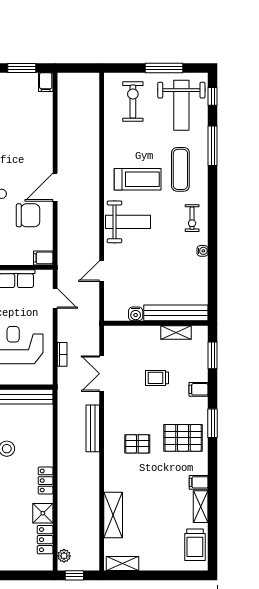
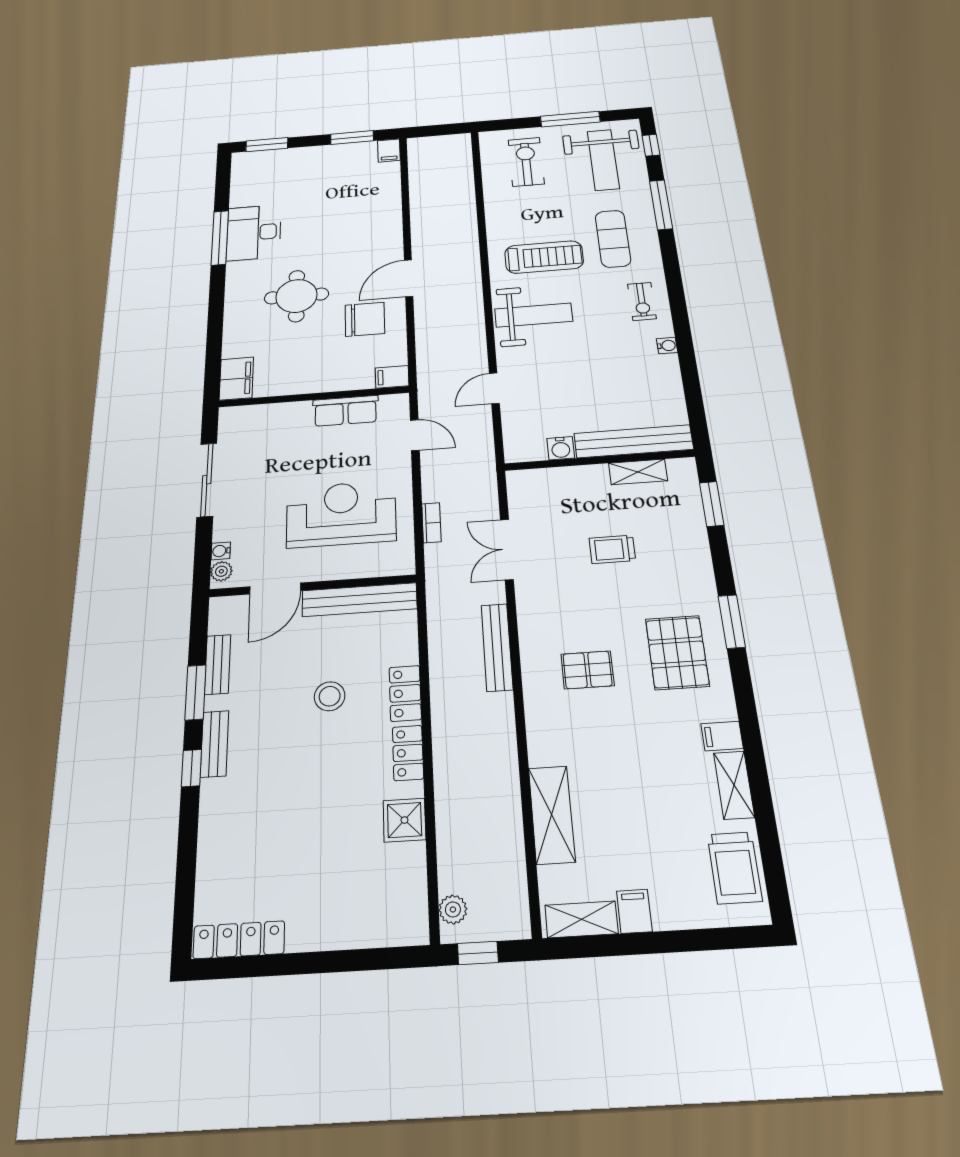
filing cabinet: (199, 389) -> (634, 911), moved, turned 90
pallet: (183, 438) -> (677, 652), turned 90
locker: (45, 540) -> (405, 693), moved

